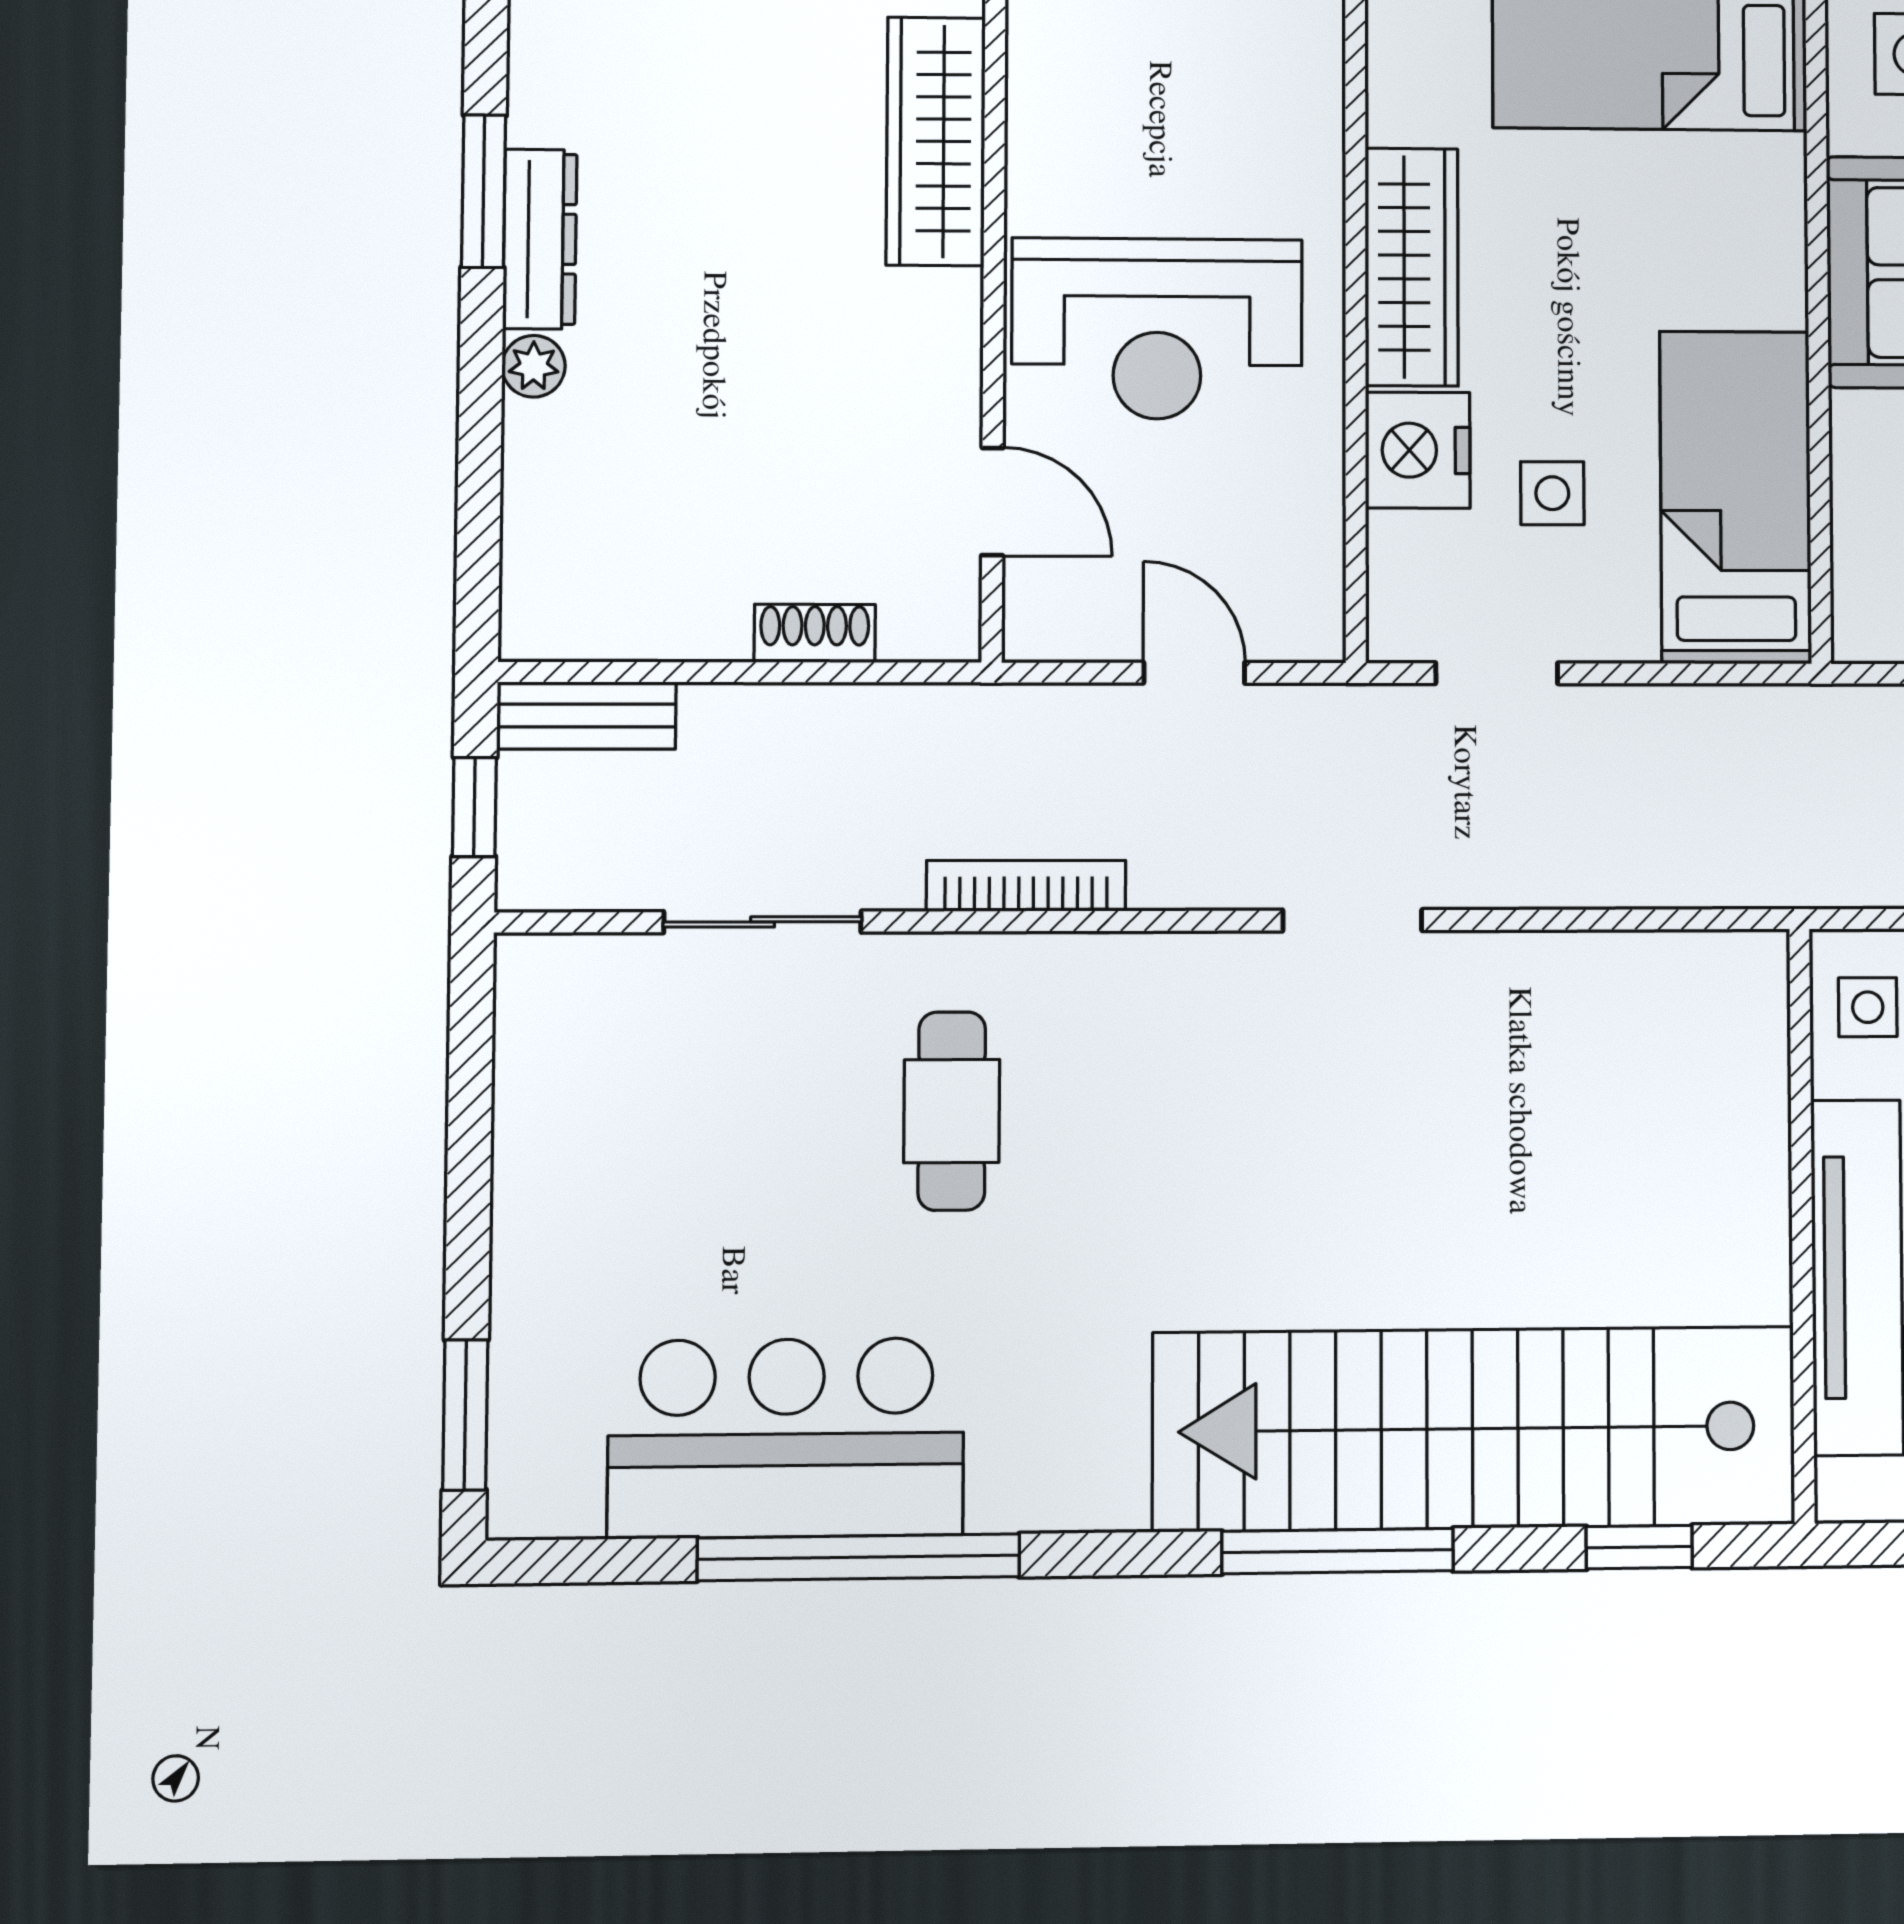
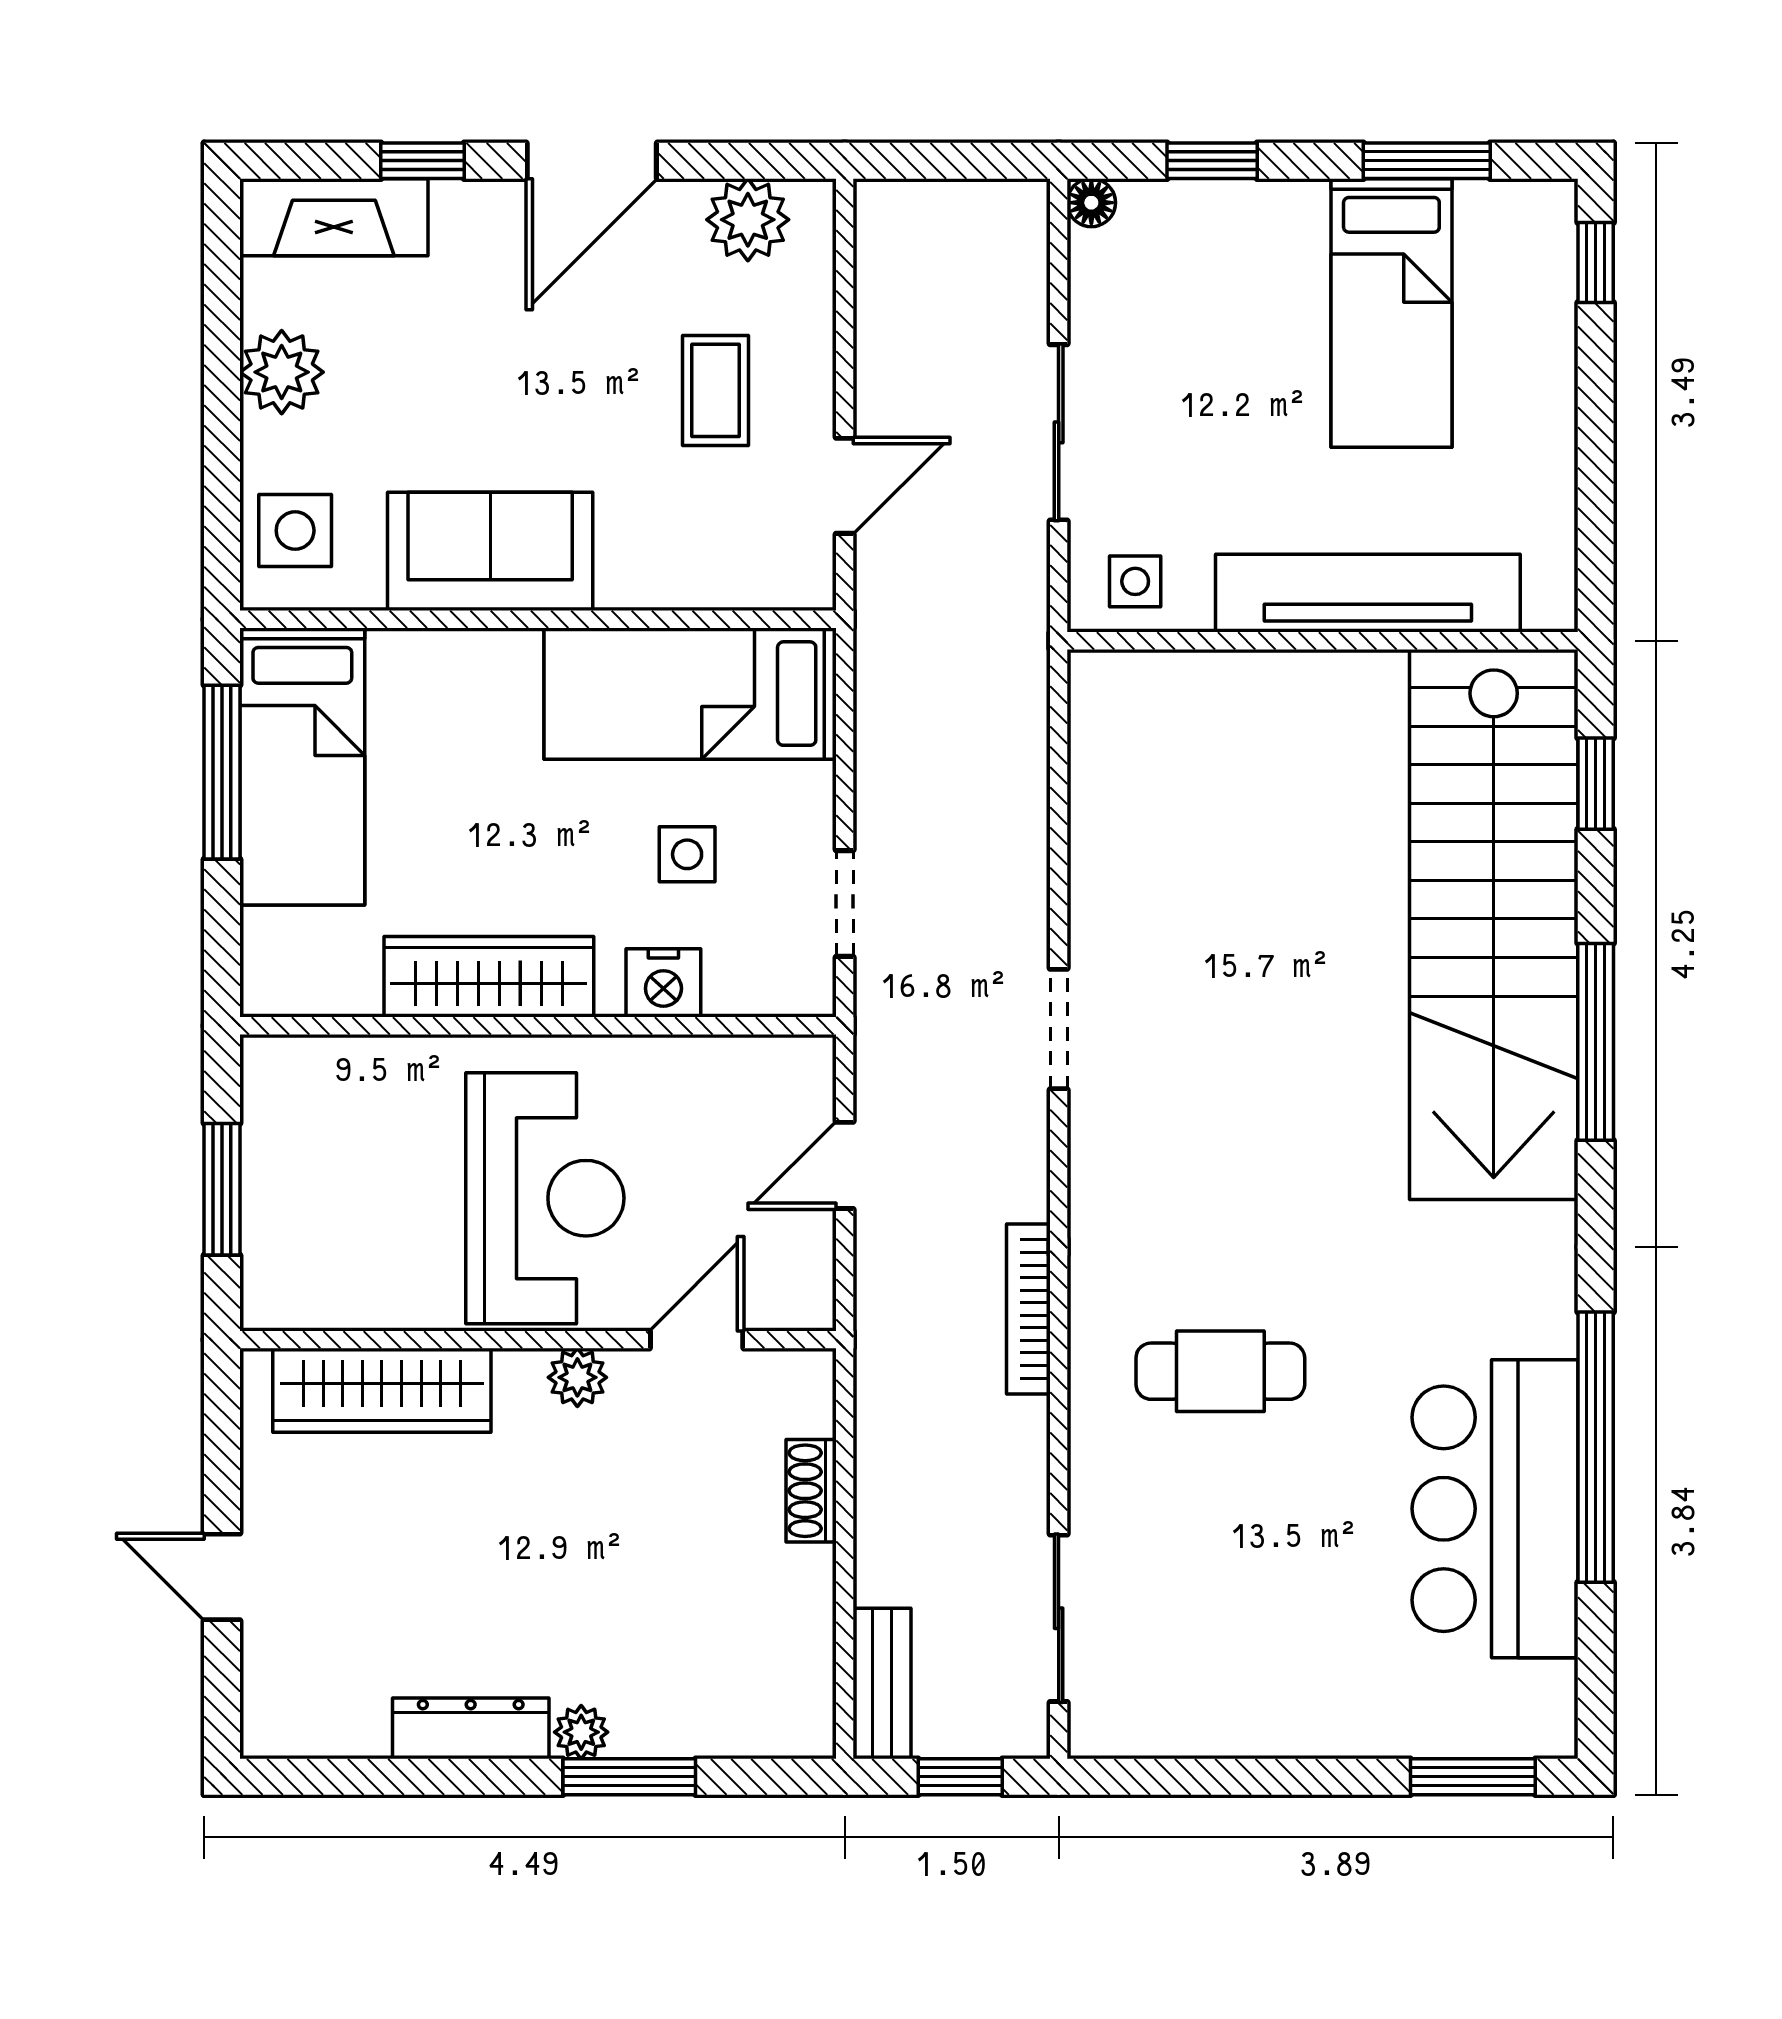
window: (484, 191) -> (629, 1777), moved
plant: (949, 365) -> (577, 1377), added
nightstand: (1418, 450) -> (663, 983), width x0.74, depth x0.75
sliding door: (763, 922) -> (1059, 1618), moved

